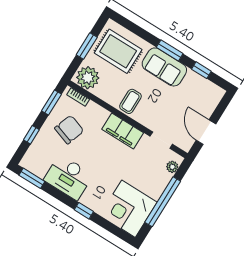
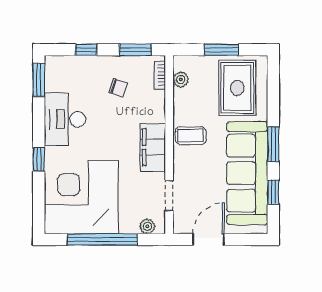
sofa: (164, 67) -> (247, 173), width x1.85, depth x1.27
plant: (88, 78) -> (181, 80), width x0.53, depth x0.53
chair: (69, 130) -> (118, 88), width x0.54, depth x0.54
corner desk: (129, 209) -> (81, 197), width x1.36, depth x1.36

